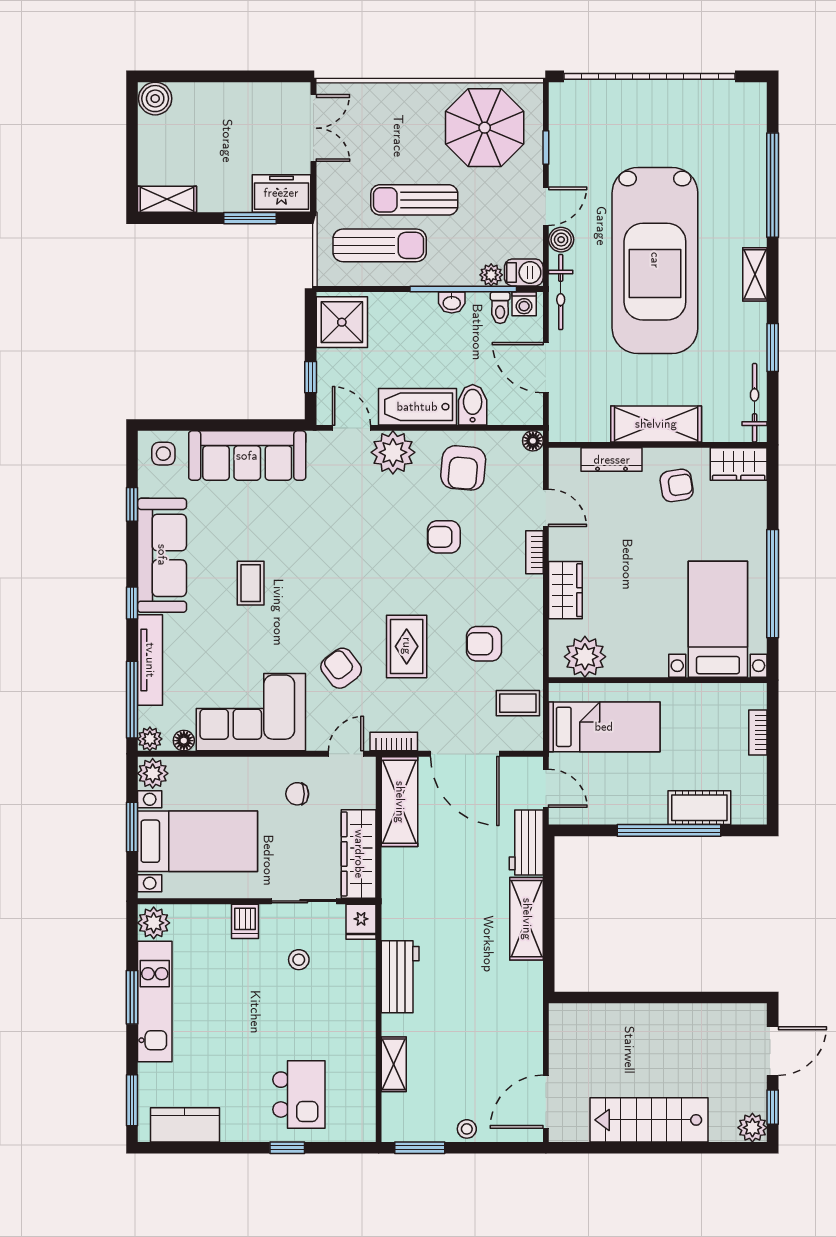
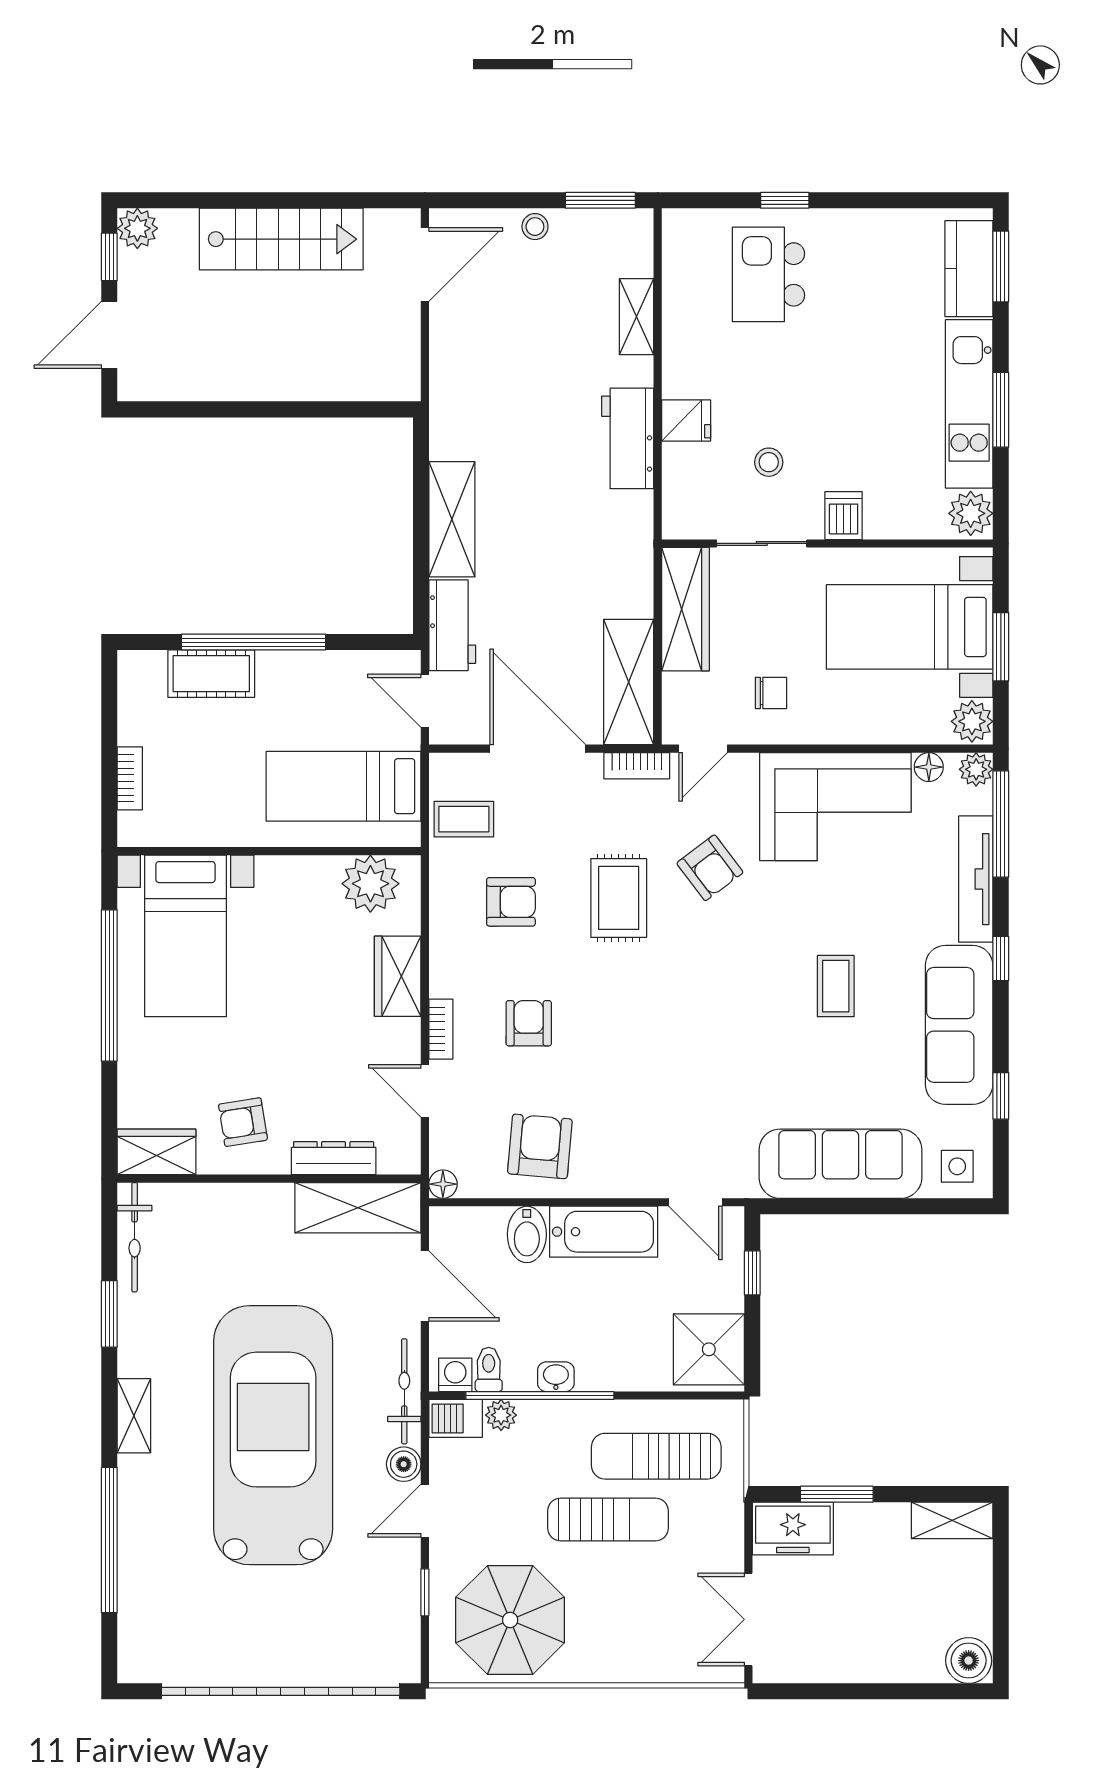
shelving: (656, 424) -> (358, 1208), moved
plant: (393, 452) -> (638, 1168), removed
armchair: (444, 537) -> (529, 1023), moved, turned -90
fridge: (361, 922) -> (686, 421), moved, turned 90
kitchen counter: (185, 1125) -> (969, 269), moved, turned 90

